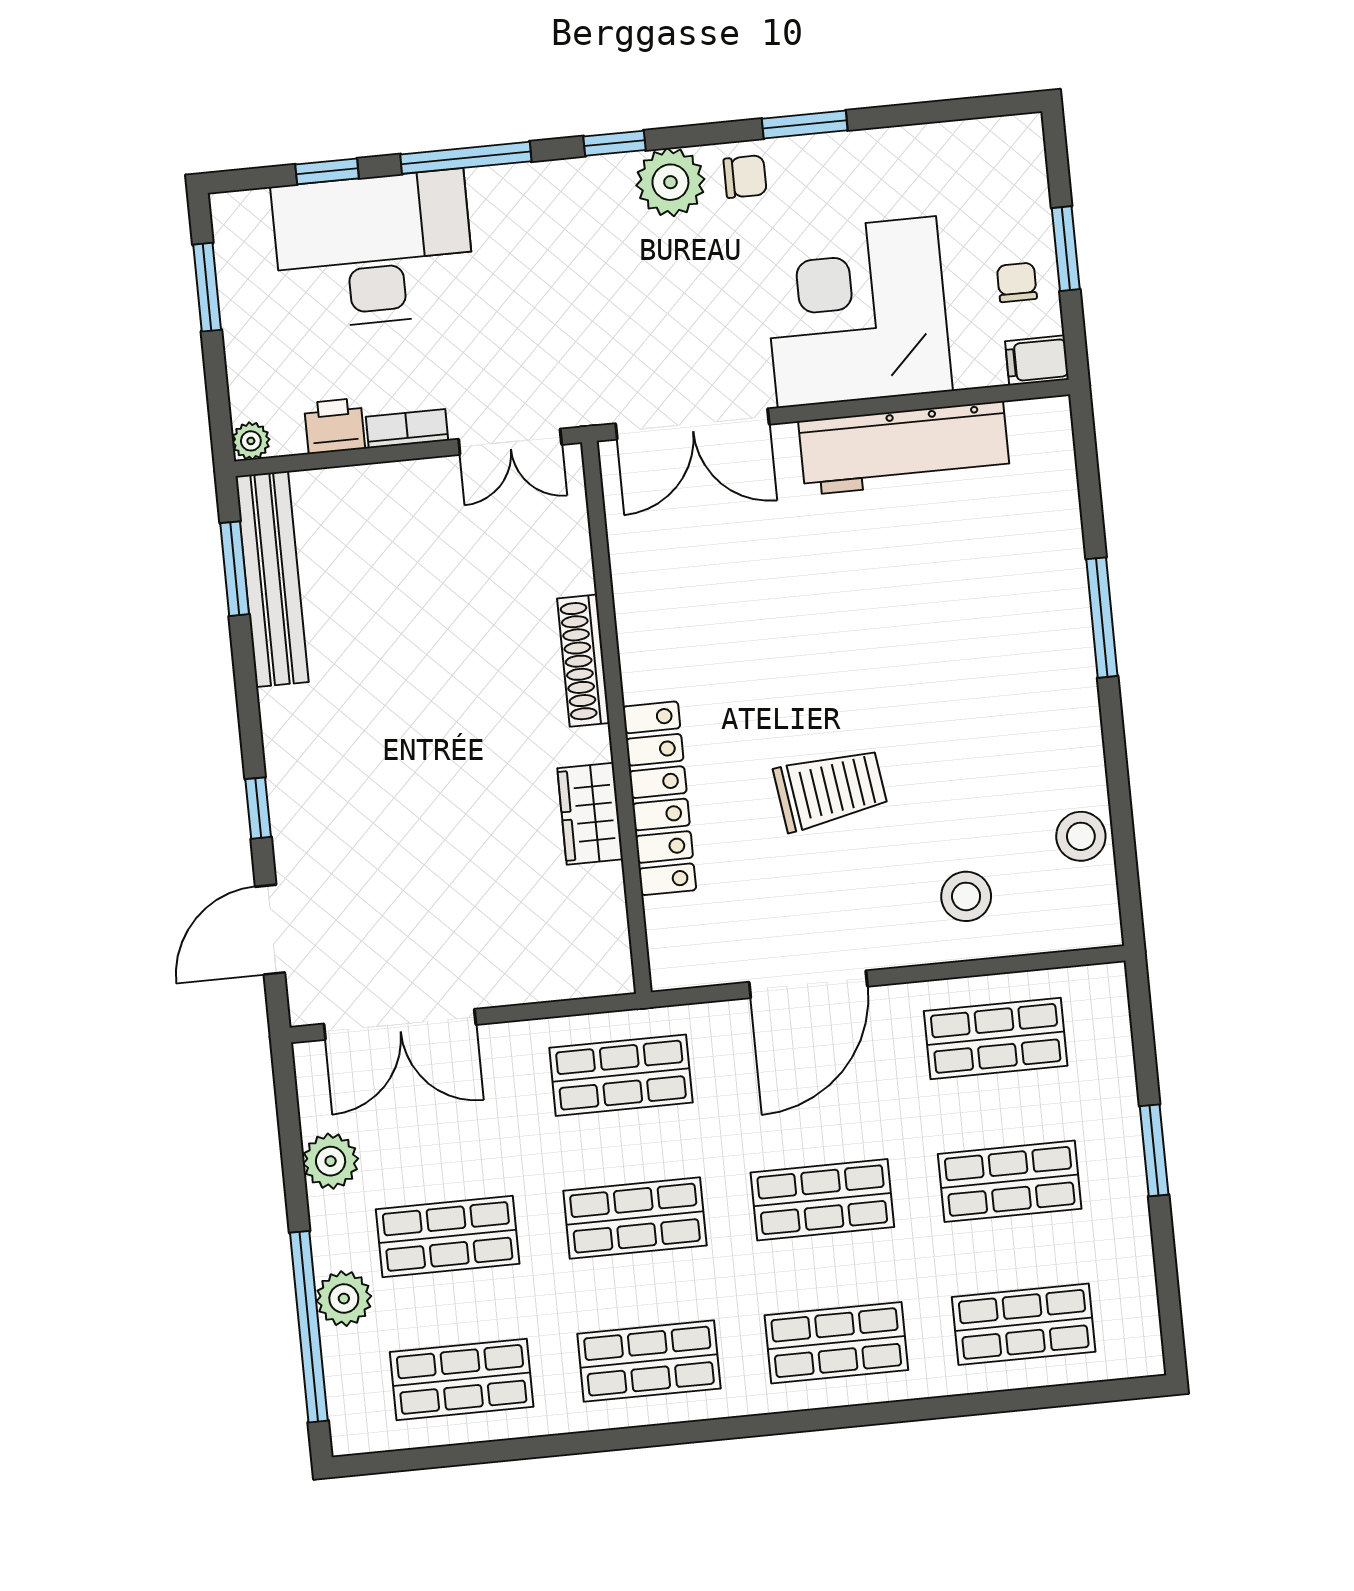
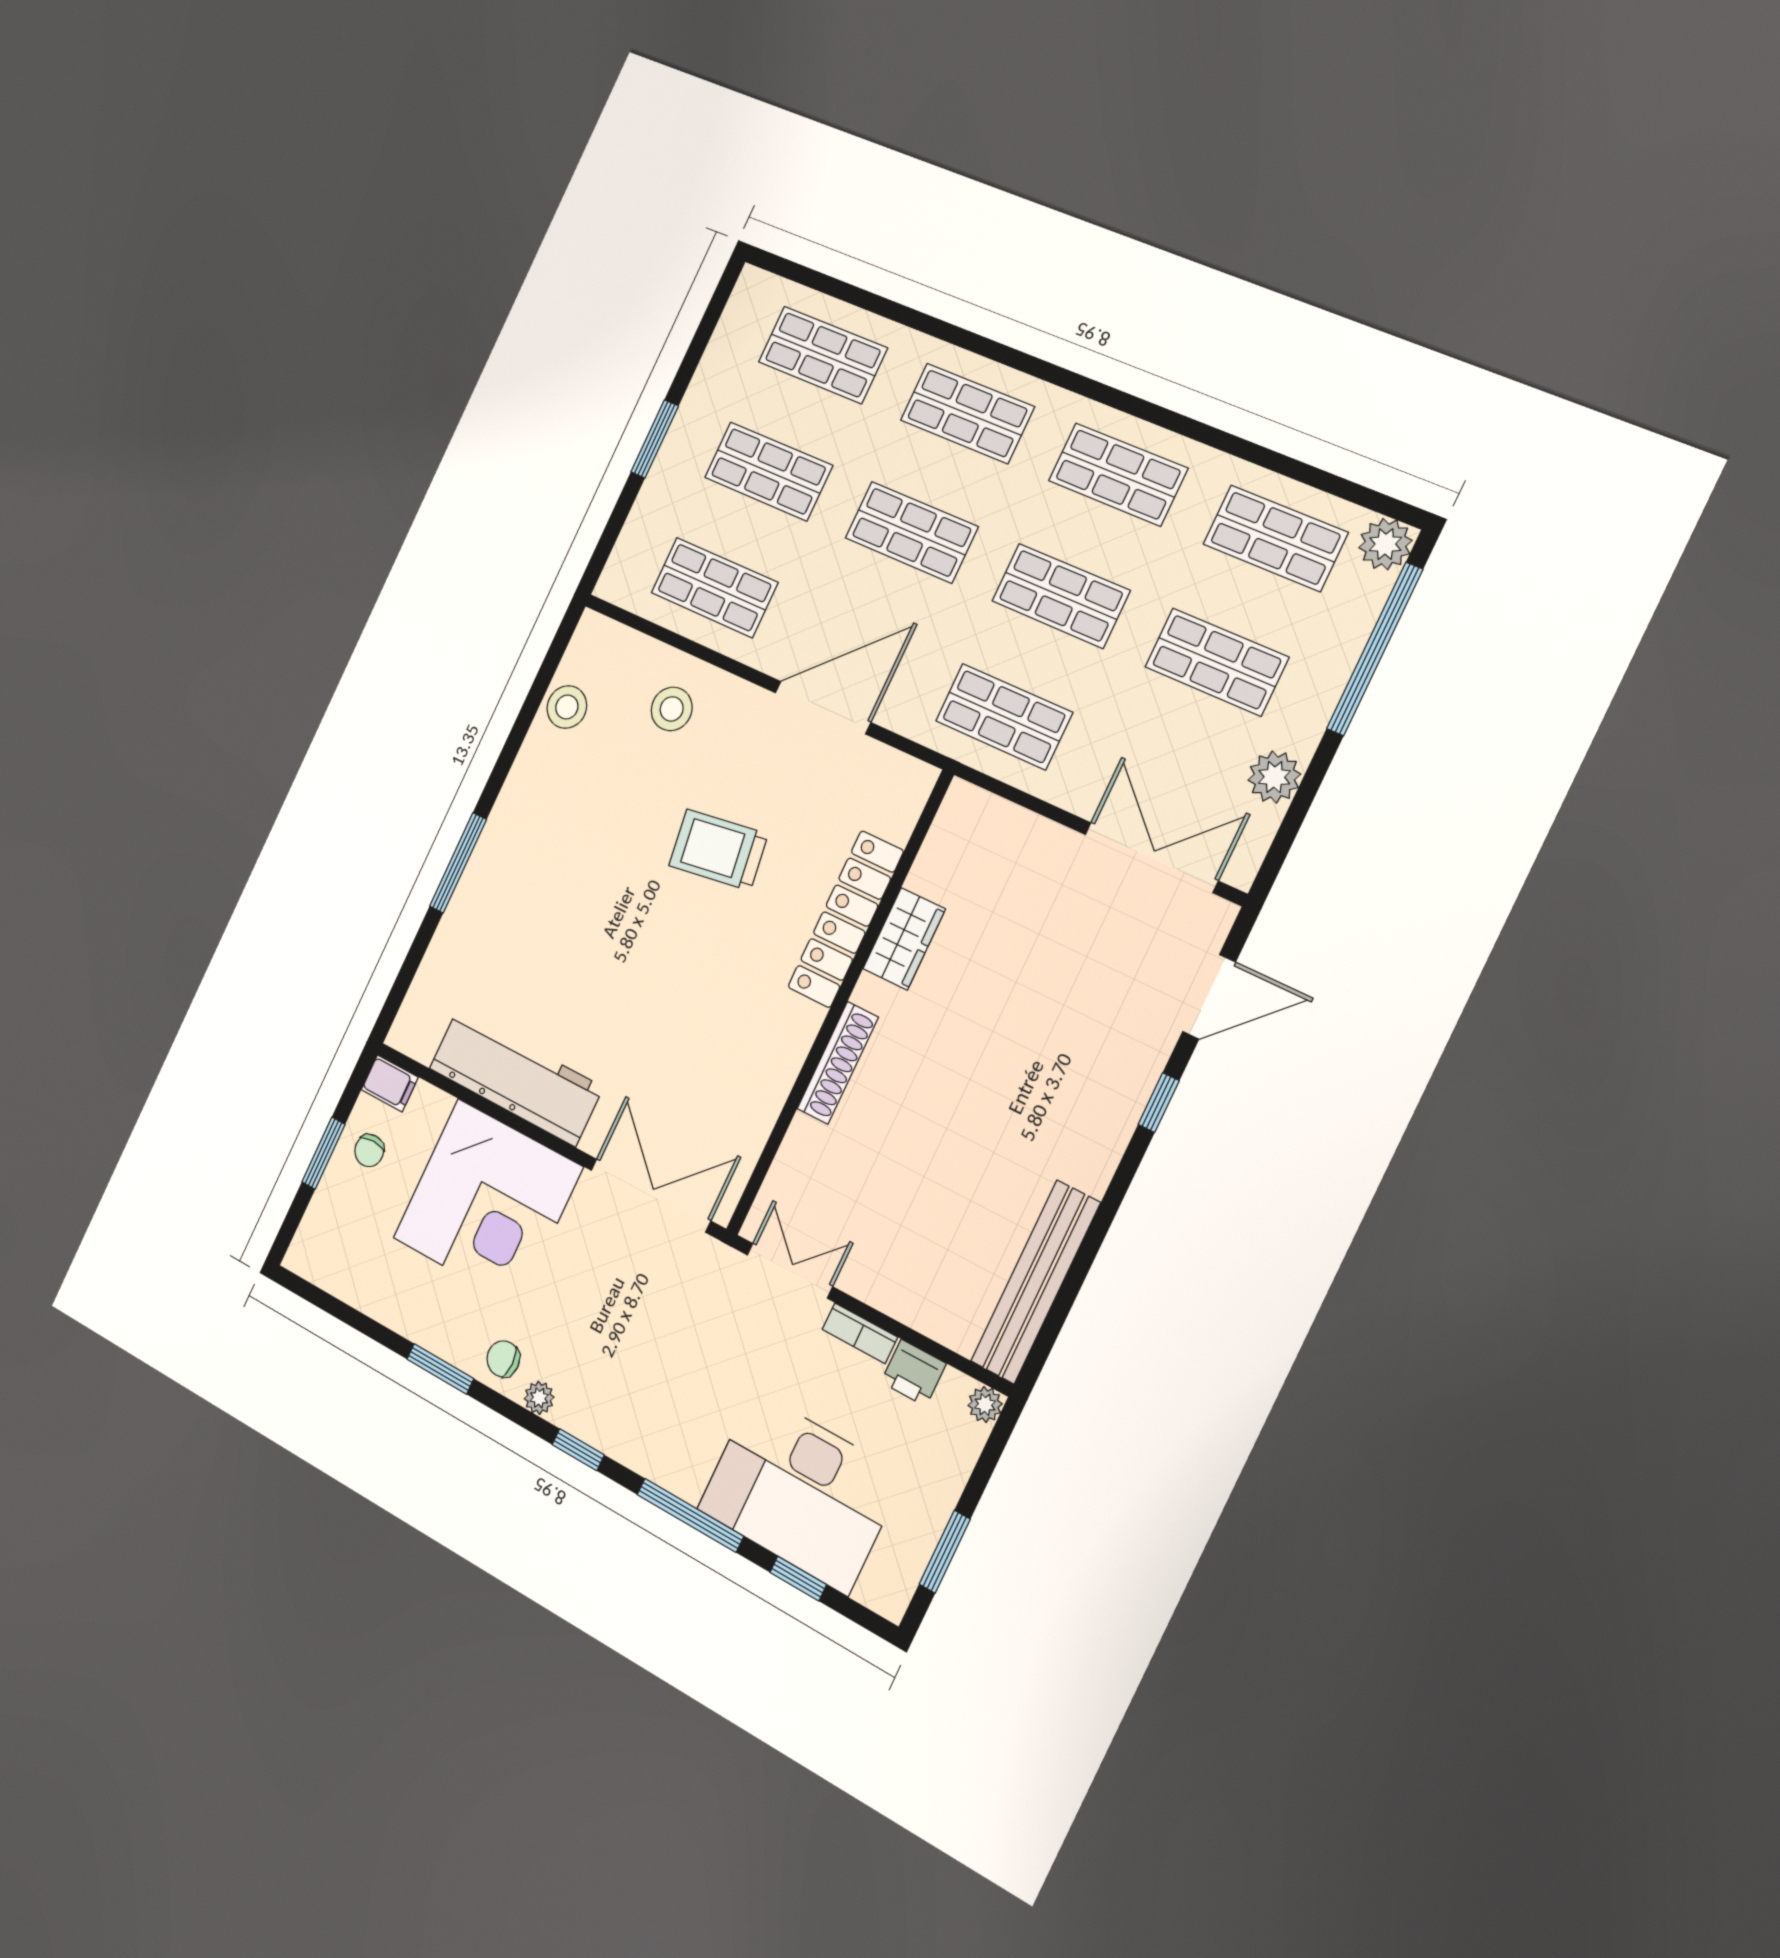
plant: (670, 182) -> (539, 1398), width x0.53, depth x0.53
window: (235, 569) -> (1060, 1310), removed
plant: (344, 1299) -> (1385, 544), moved

